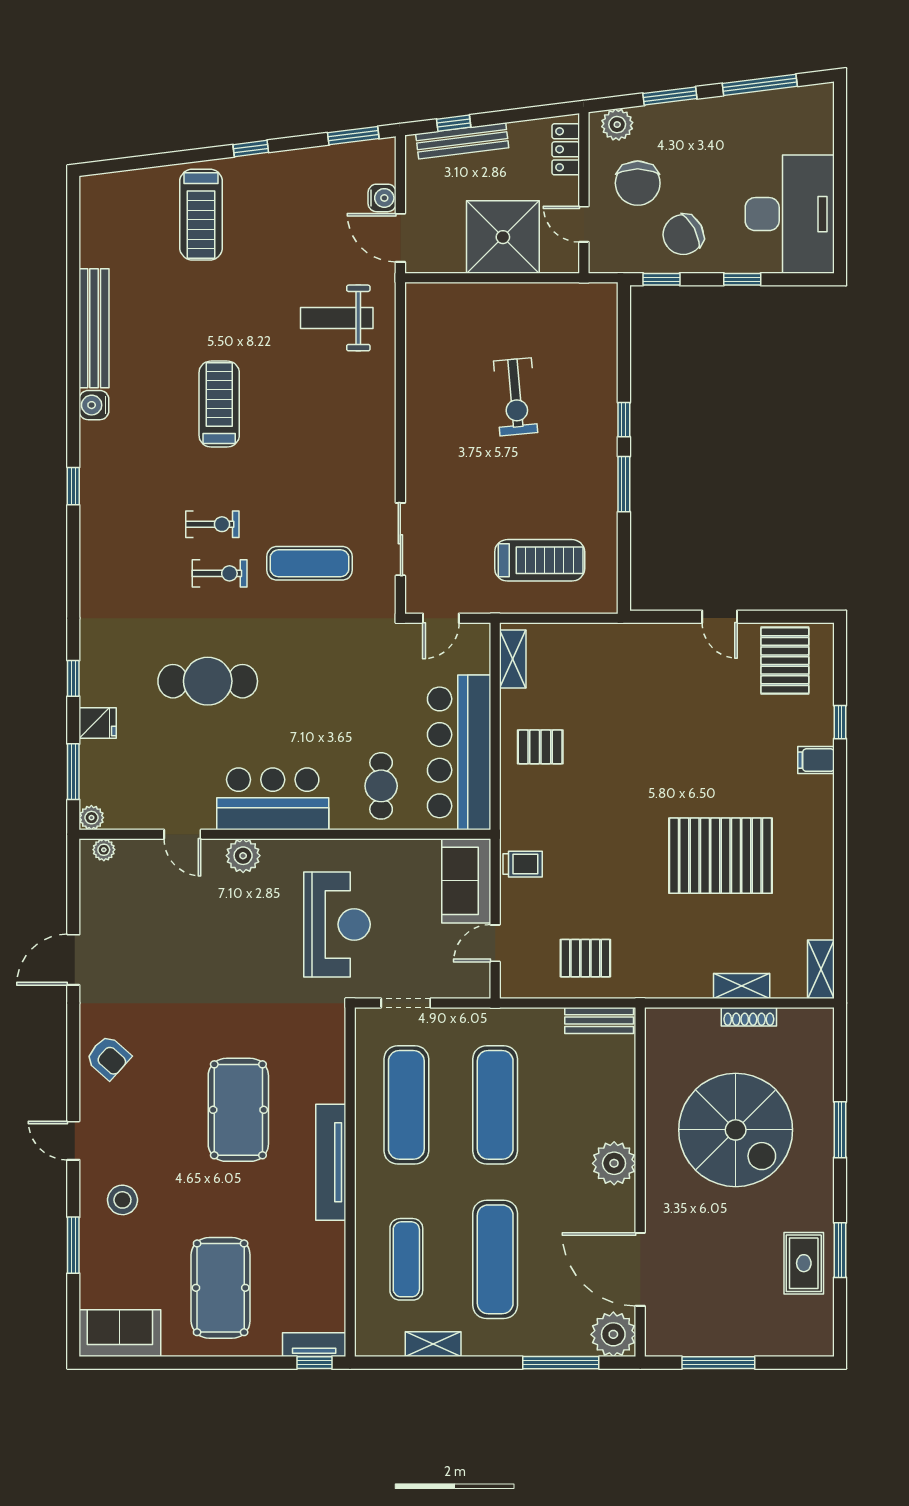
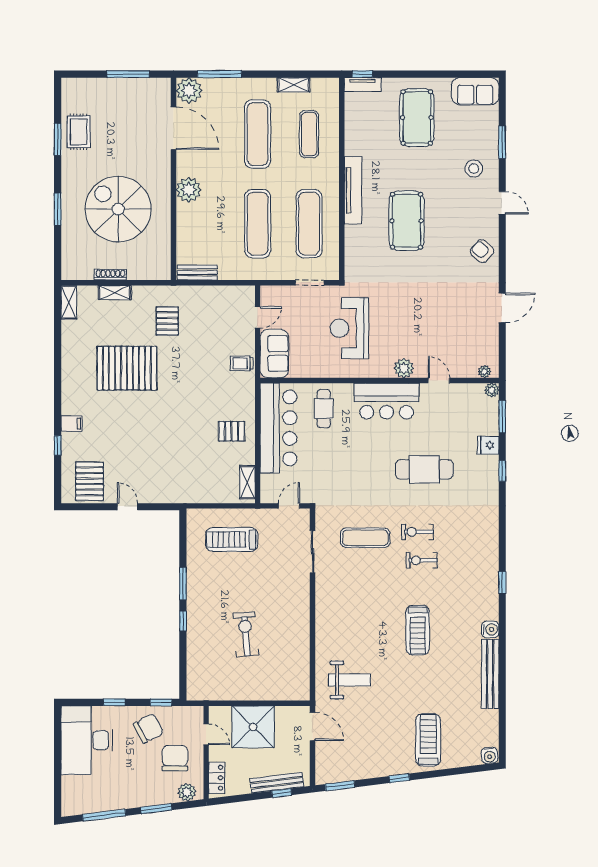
water cooler: (382, 198) -> (490, 755), moved, turned -97
pallet: (585, 958) -> (167, 321), moved, turned 90

